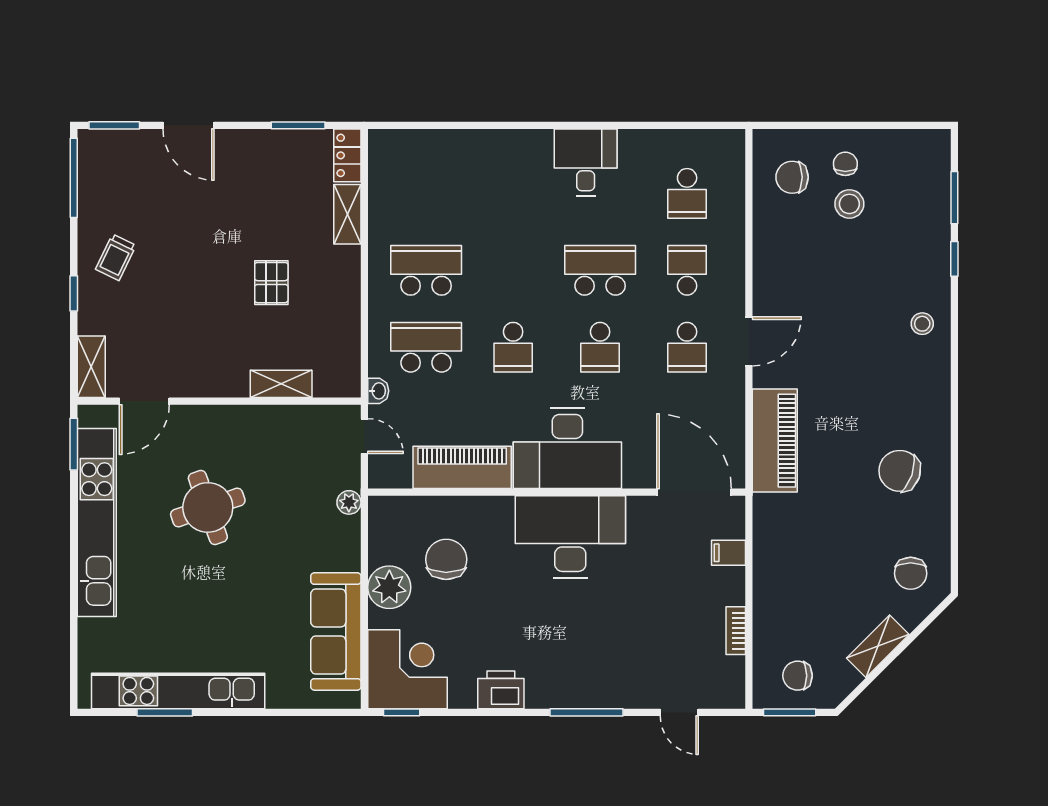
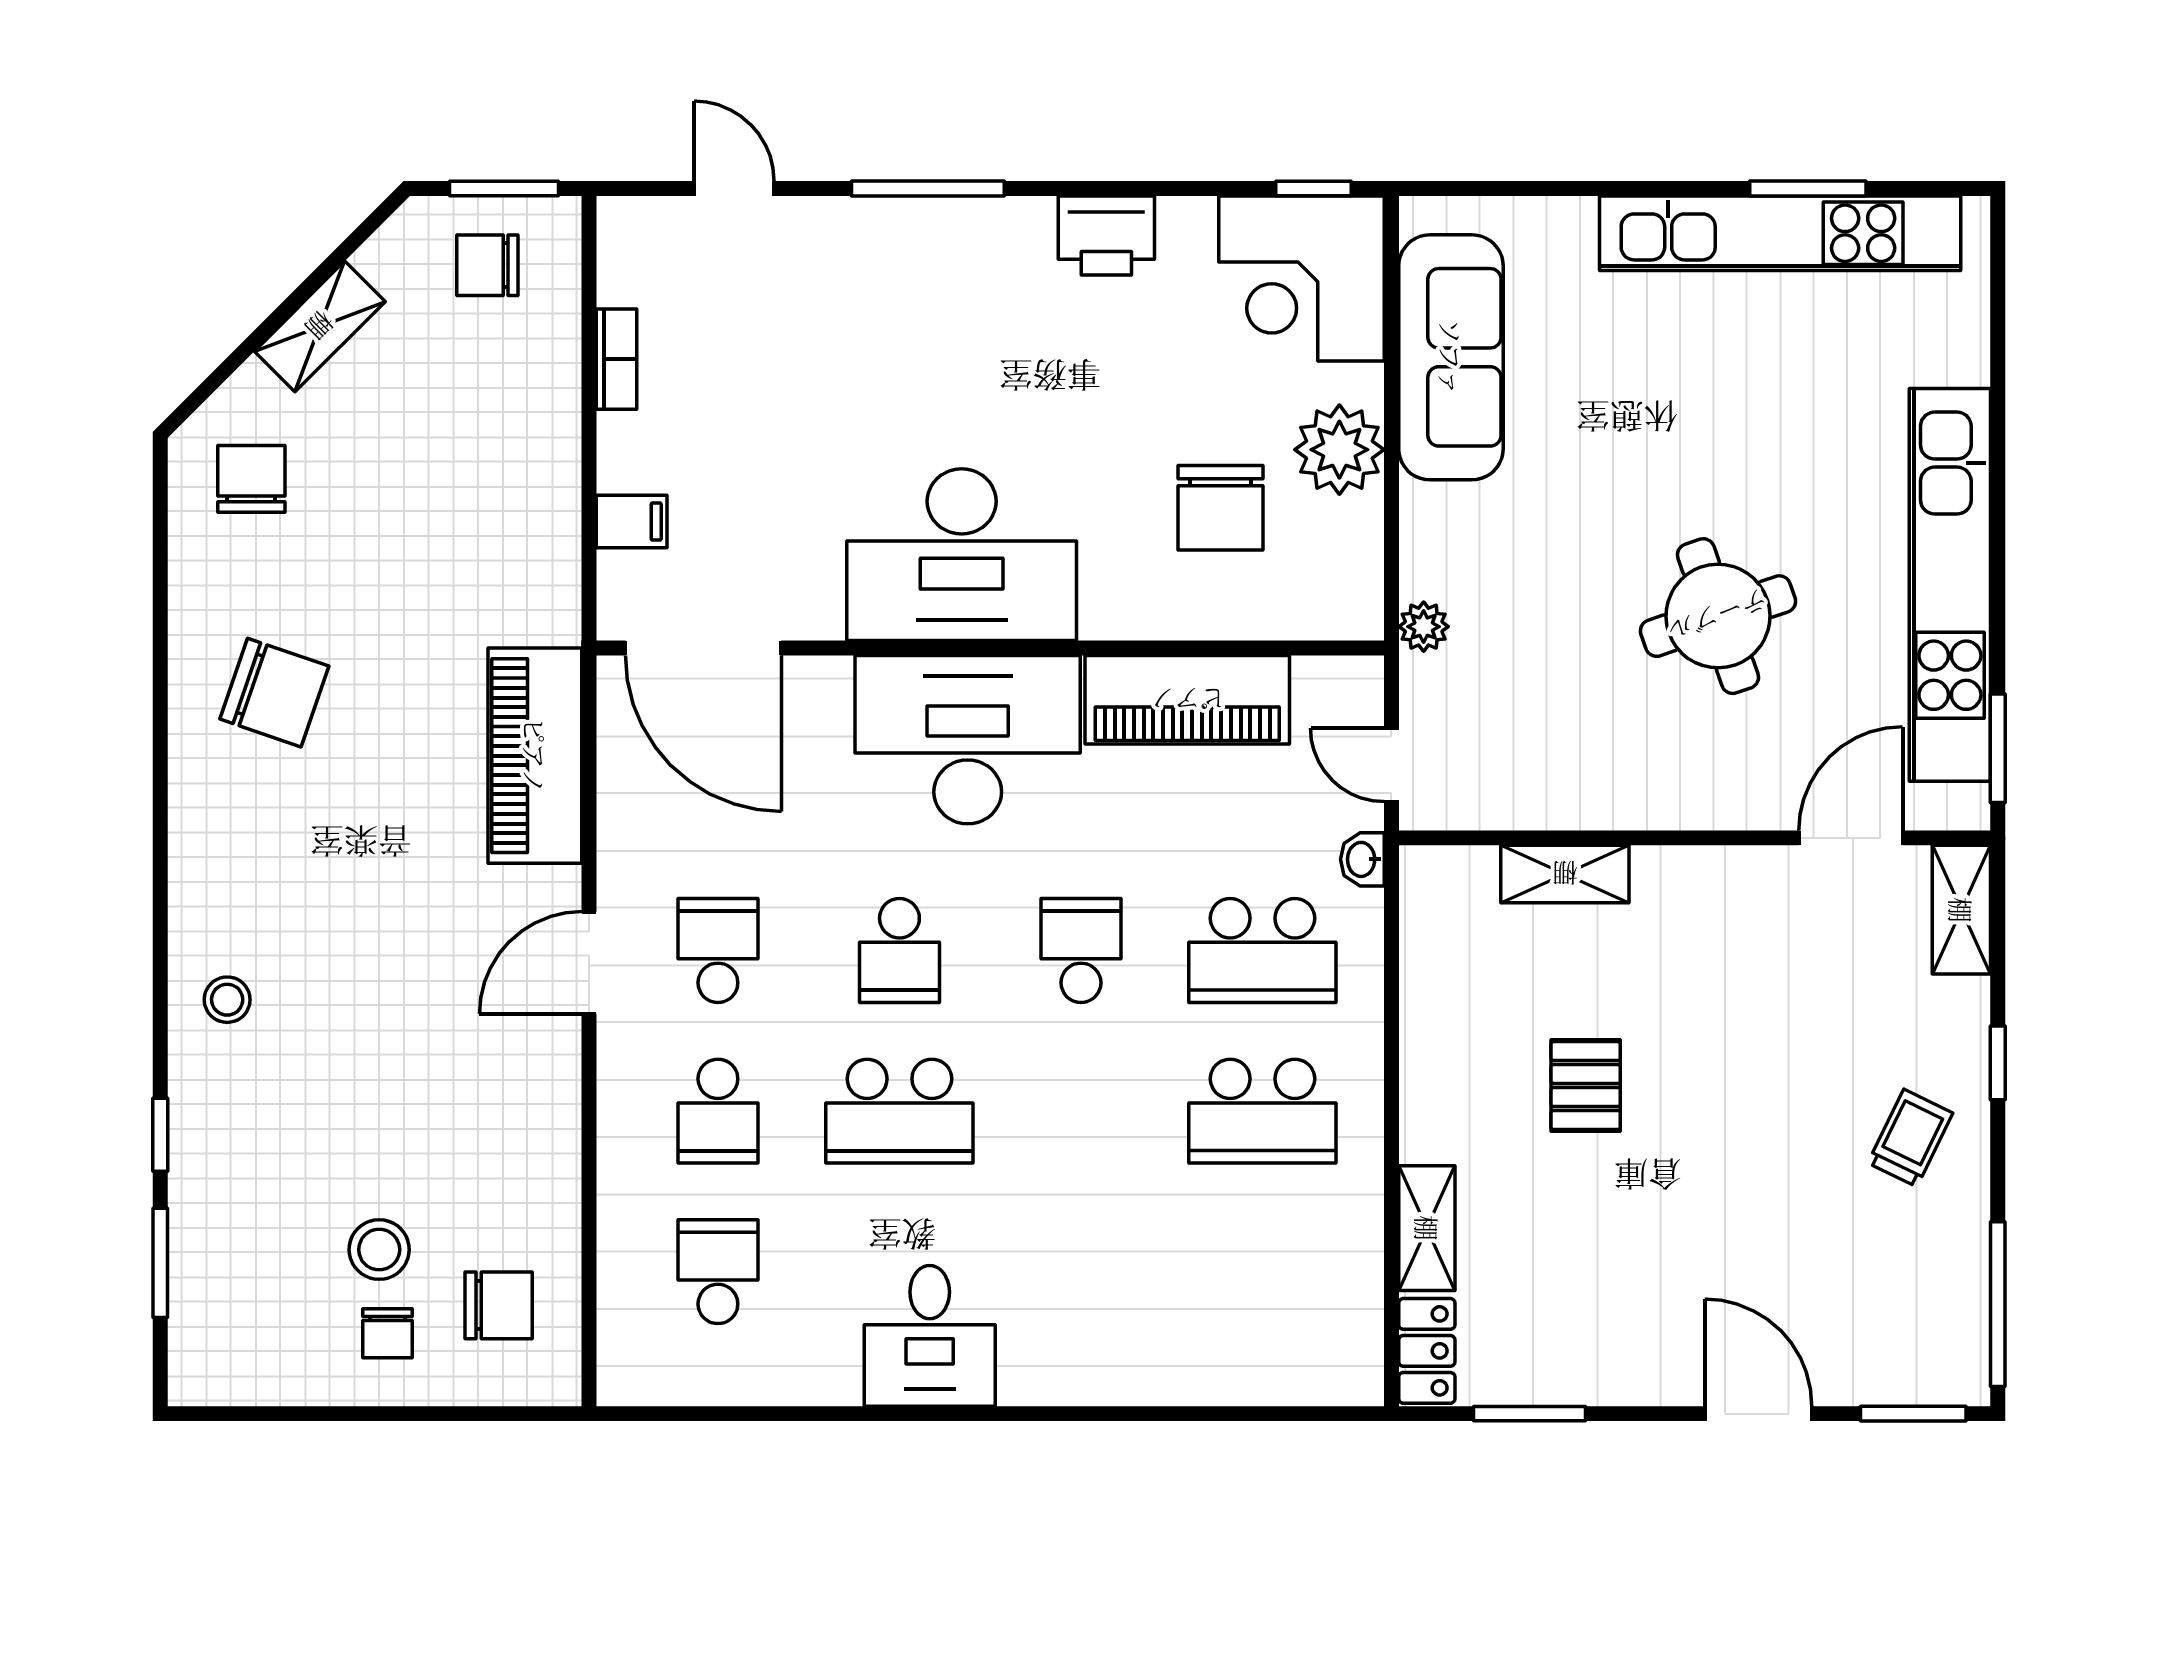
school desk: (600, 347) -> (899, 951), turned 180
chair: (798, 676) -> (487, 265), turned 180

